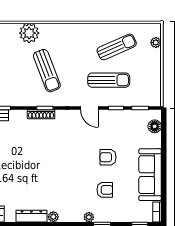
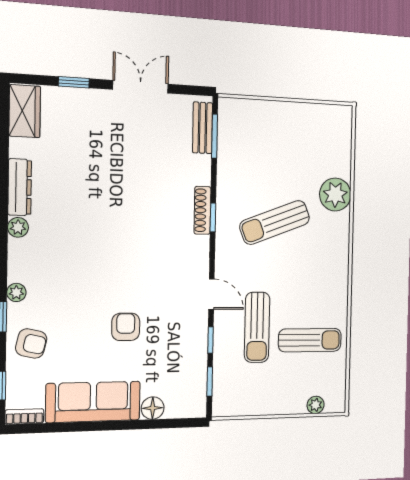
sun lounger: (117, 47) -> (310, 340), turned -66
door: (89, 108) -> (211, 294), swing flipped
floor lamp: (155, 126) -> (153, 408), moved
armchair: (105, 190) -> (31, 343), moved, turned -77

